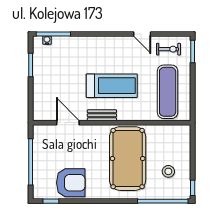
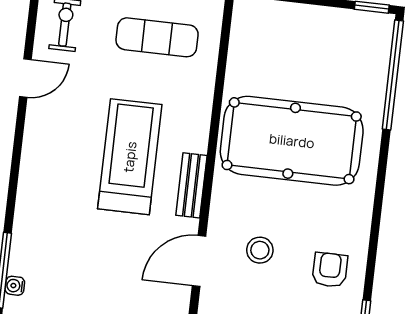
exercise mat: (168, 92) -> (157, 37), width x0.73, depth x0.69
stool: (168, 171) -> (260, 250), moved
armchair: (71, 183) -> (330, 270), width x0.53, depth x0.53

